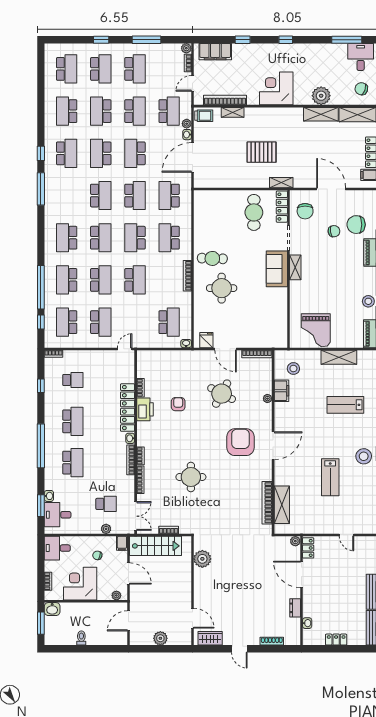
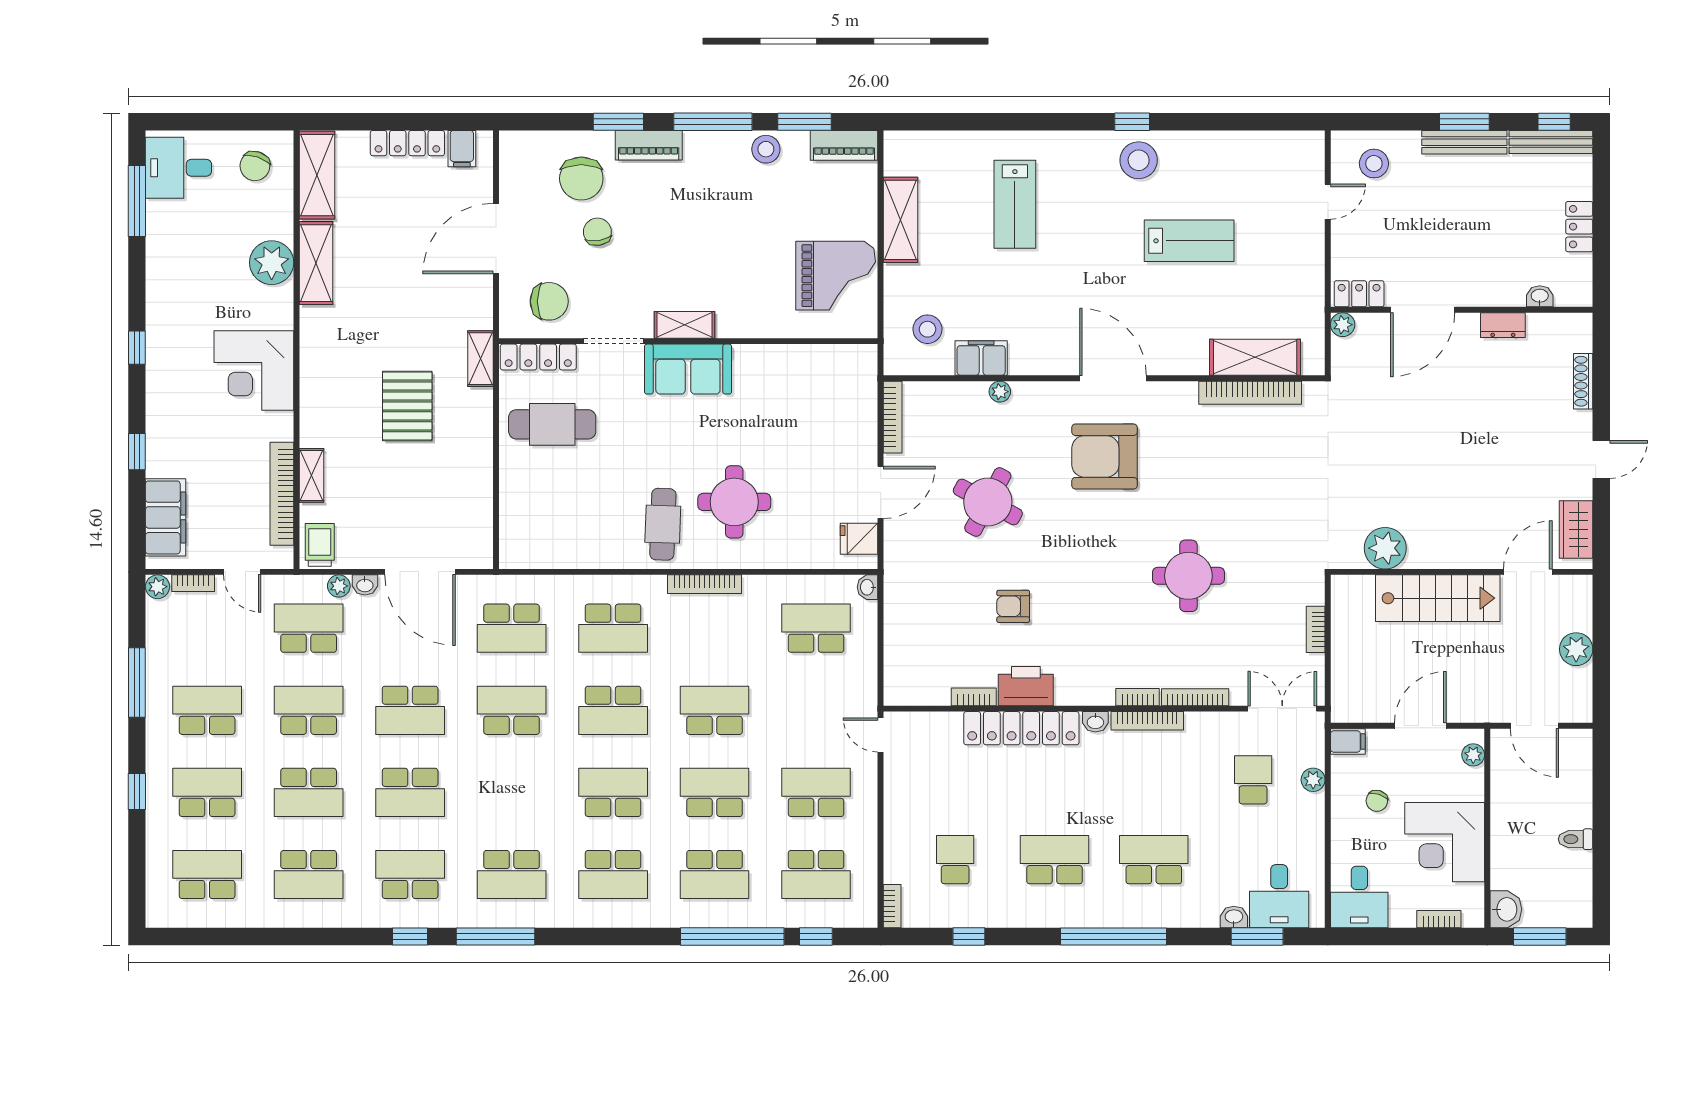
school desk: (101, 196) -> (512, 875), moved, turned 180
stairs: (156, 546) -> (1438, 598), moved, turned 90
stool: (362, 554) -> (1374, 164), added

